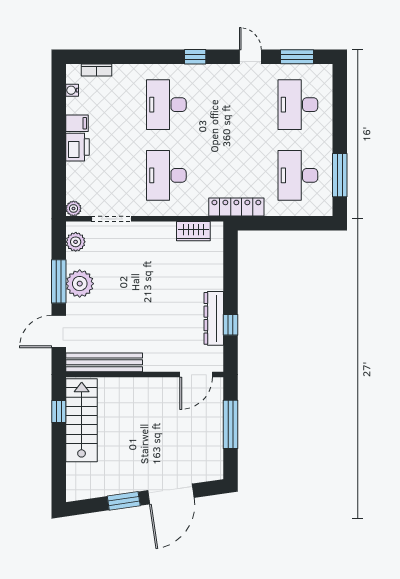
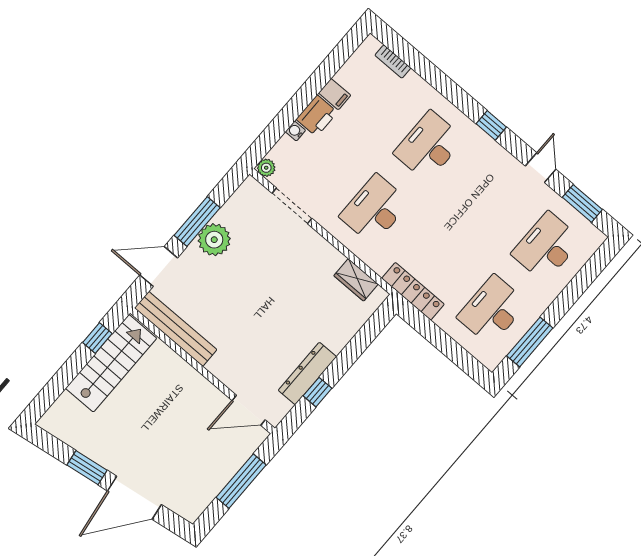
water cooler: (72, 90) -> (295, 131), moved
plant: (76, 242) -> (242, 199), removed

